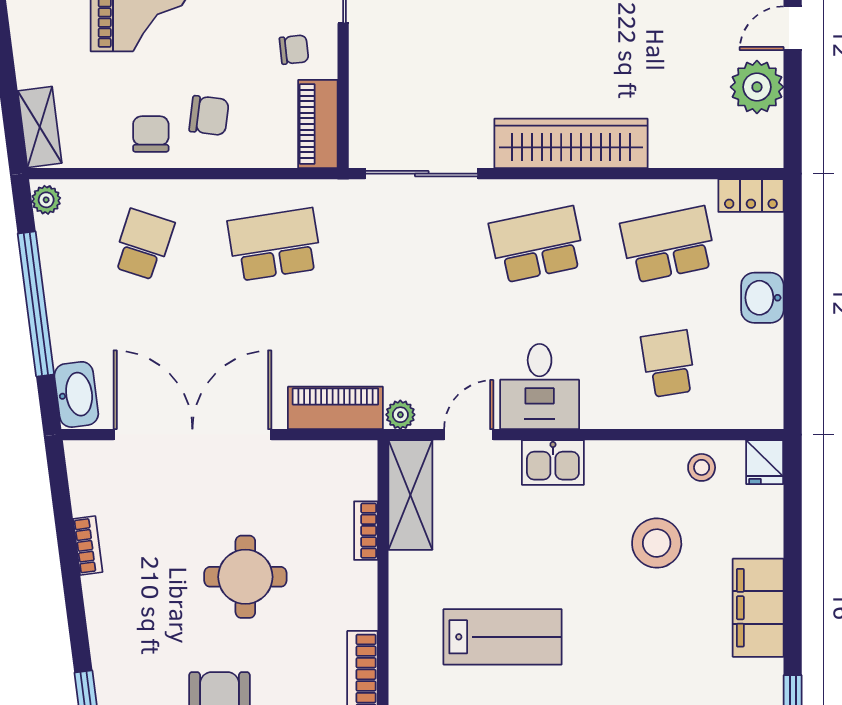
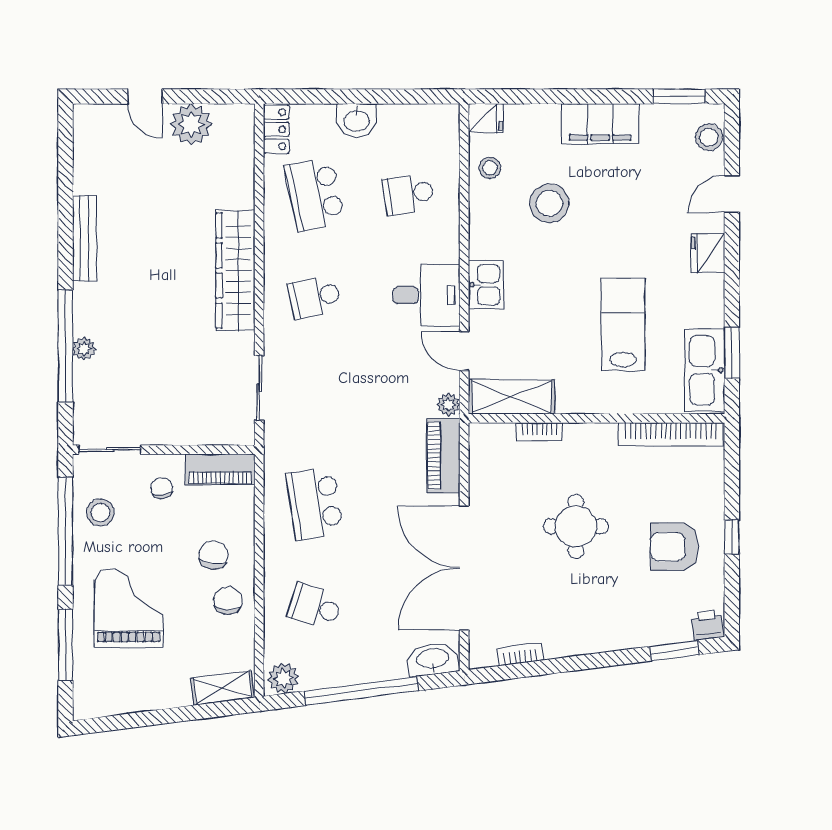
chair: (151, 134) -> (228, 601), turned 94
sliding door: (422, 174) -> (259, 388), width x0.73
plant: (46, 200) -> (283, 678), width x1.38, depth x1.38
school desk: (537, 245) -> (315, 297), width x0.54
bookcase: (88, 545) -> (520, 654), moved

